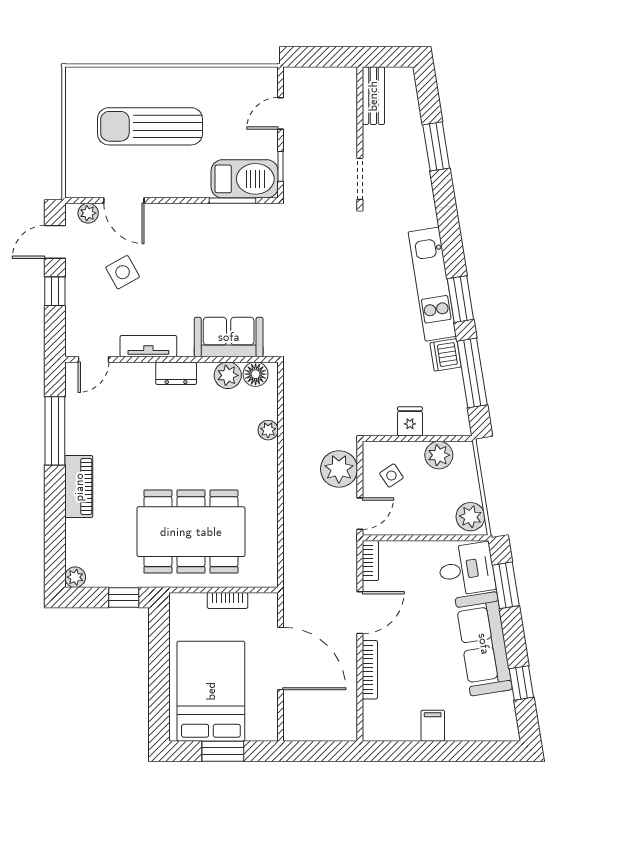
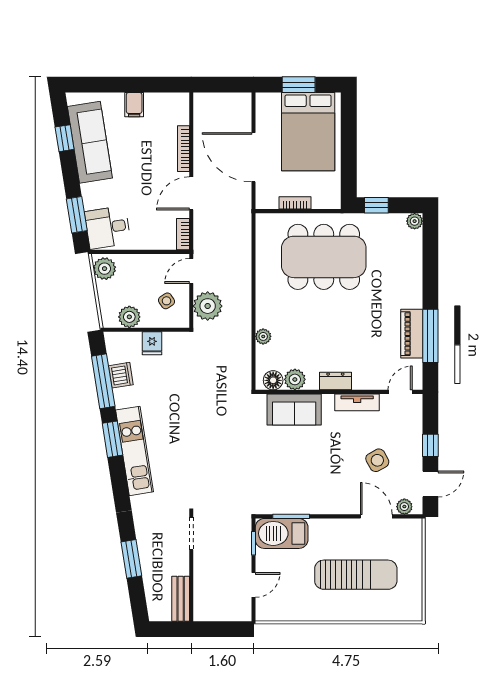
dishwasher: (445, 355) -> (121, 375), moved
piano: (79, 487) -> (412, 334), moved
sofa: (484, 644) -> (90, 142), moved

